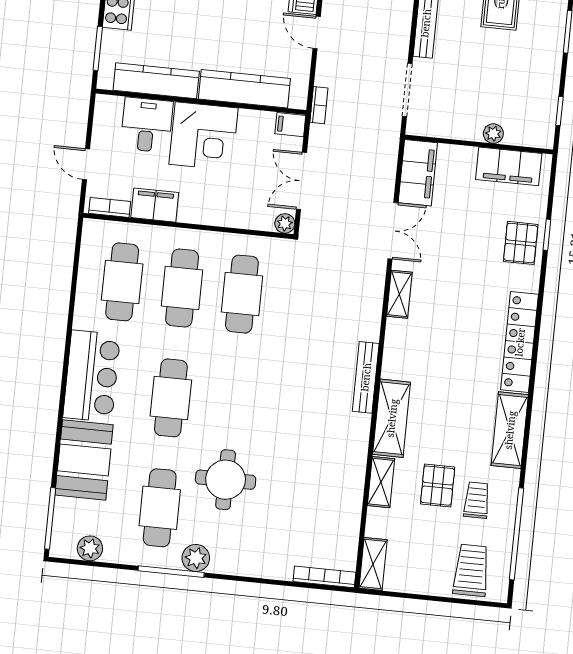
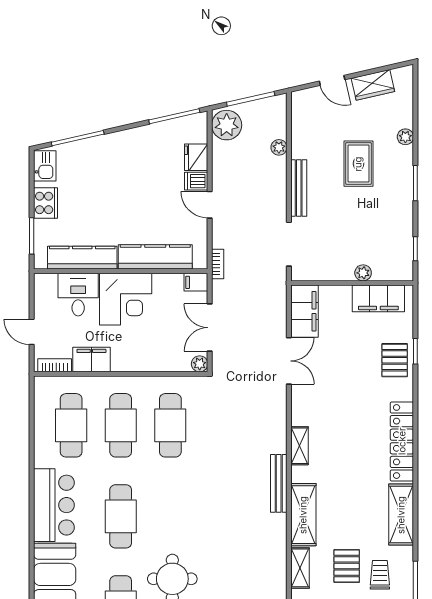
shelving: (399, 294) -> (299, 446), moved

